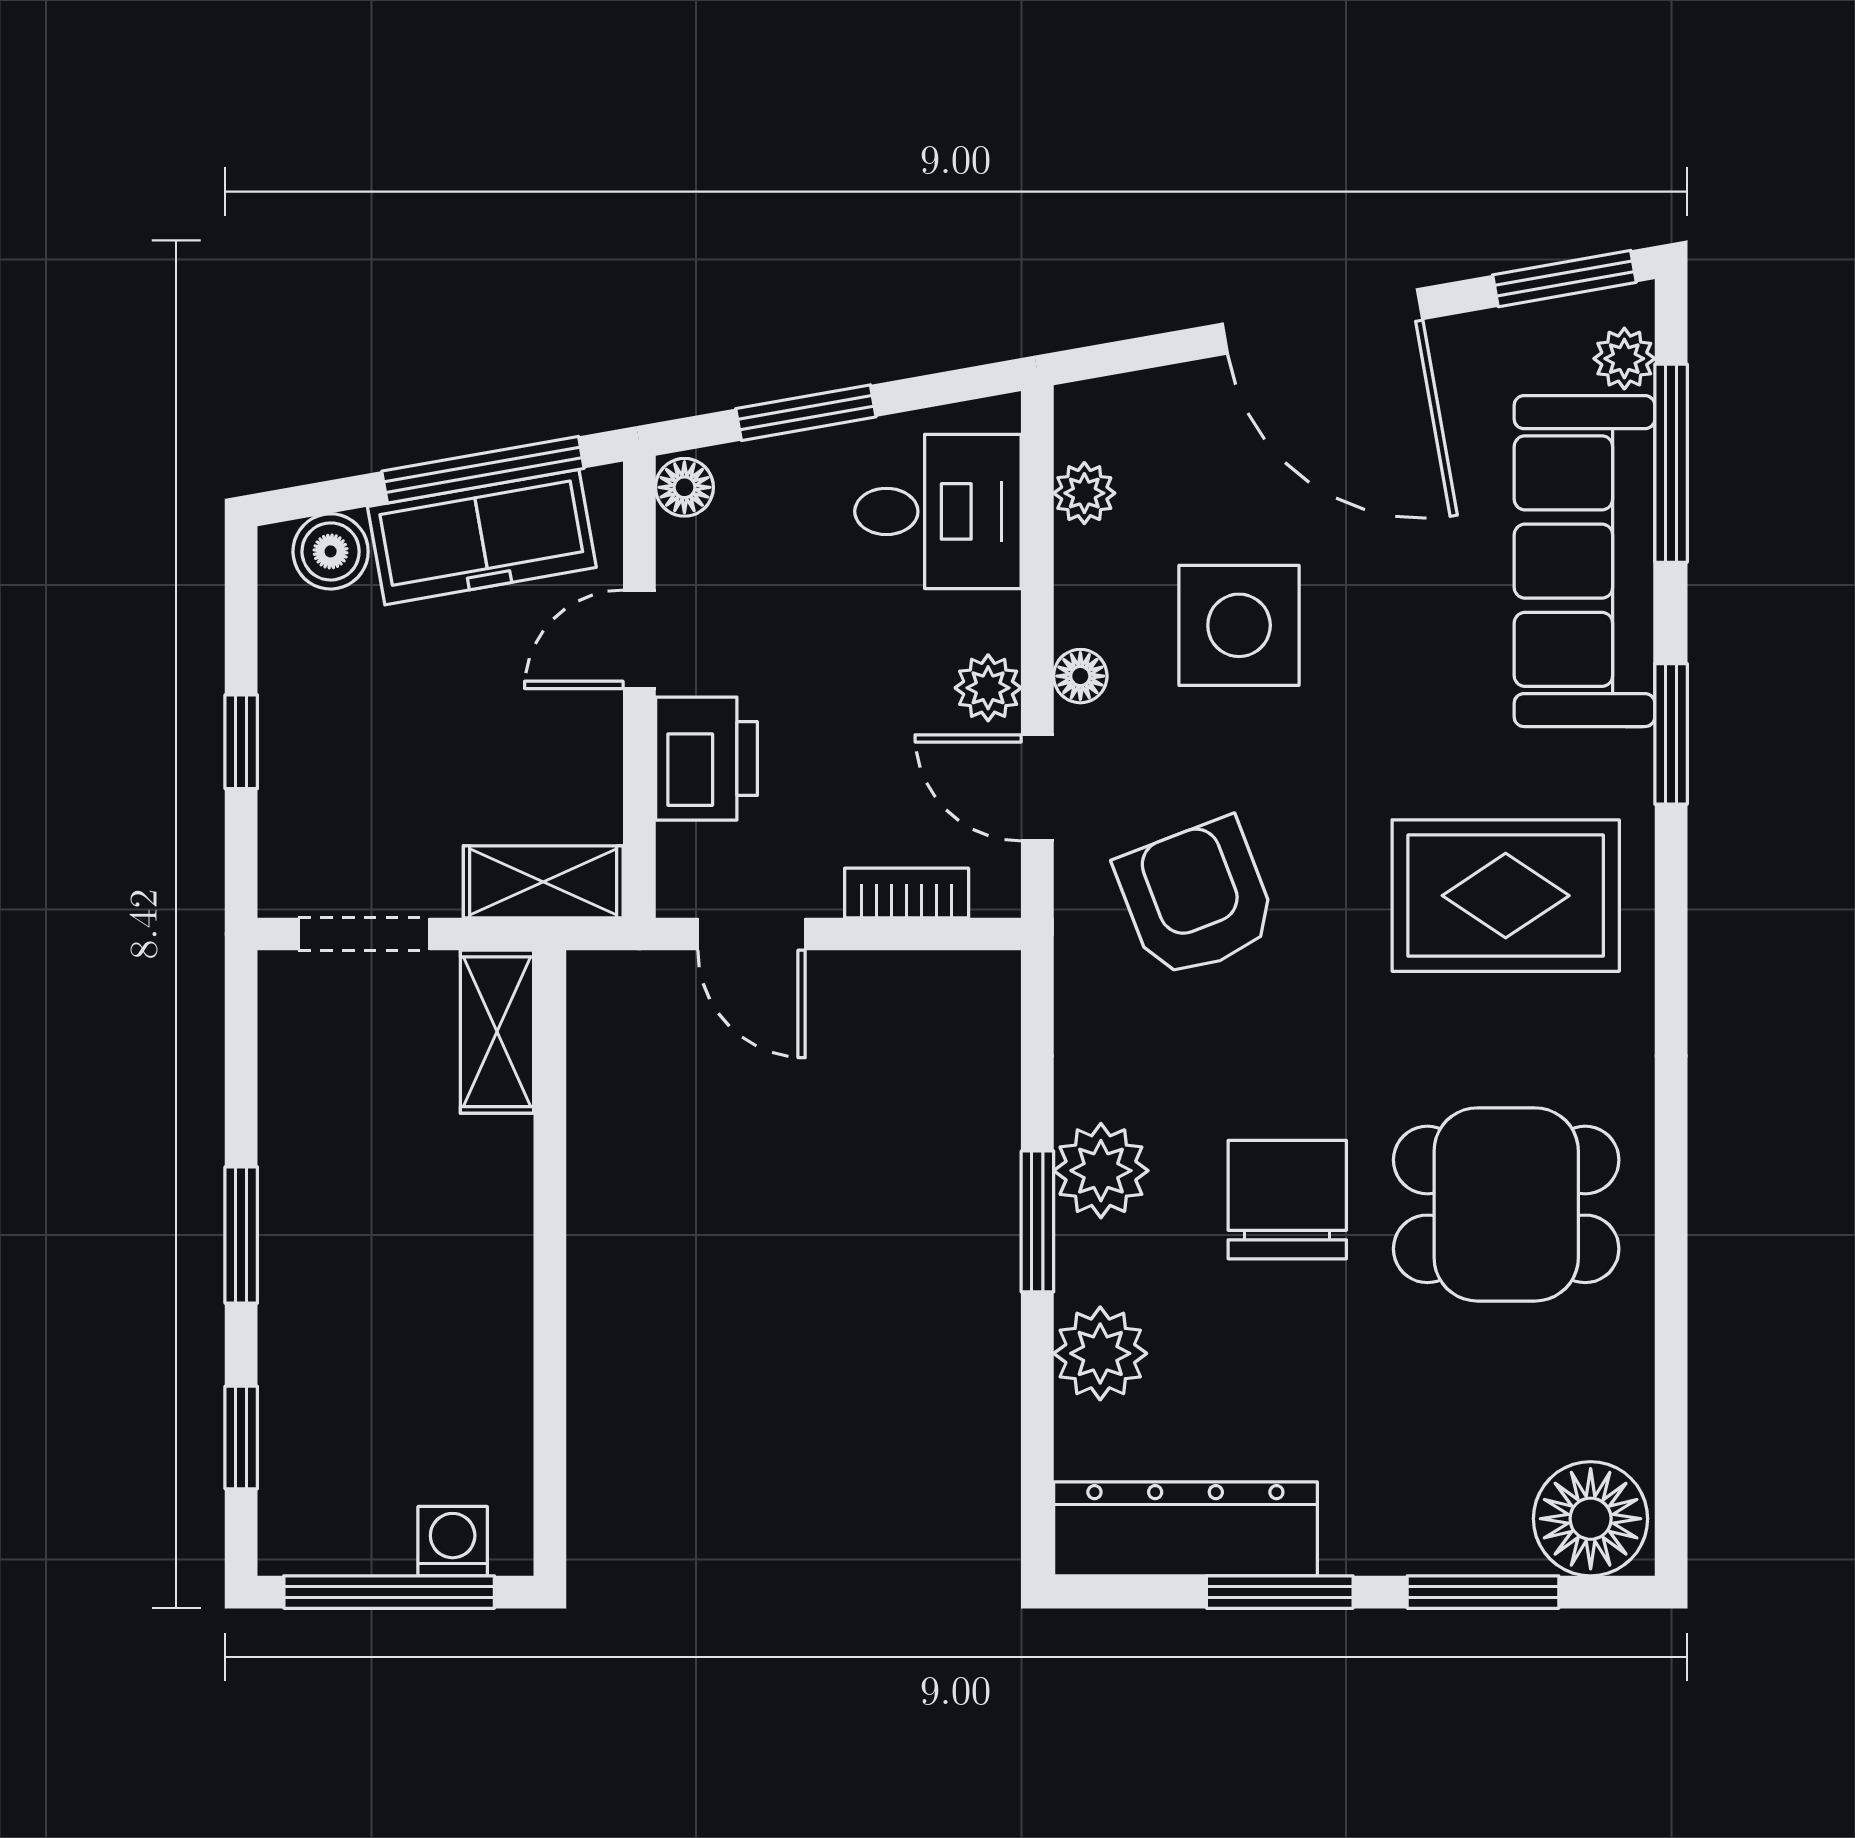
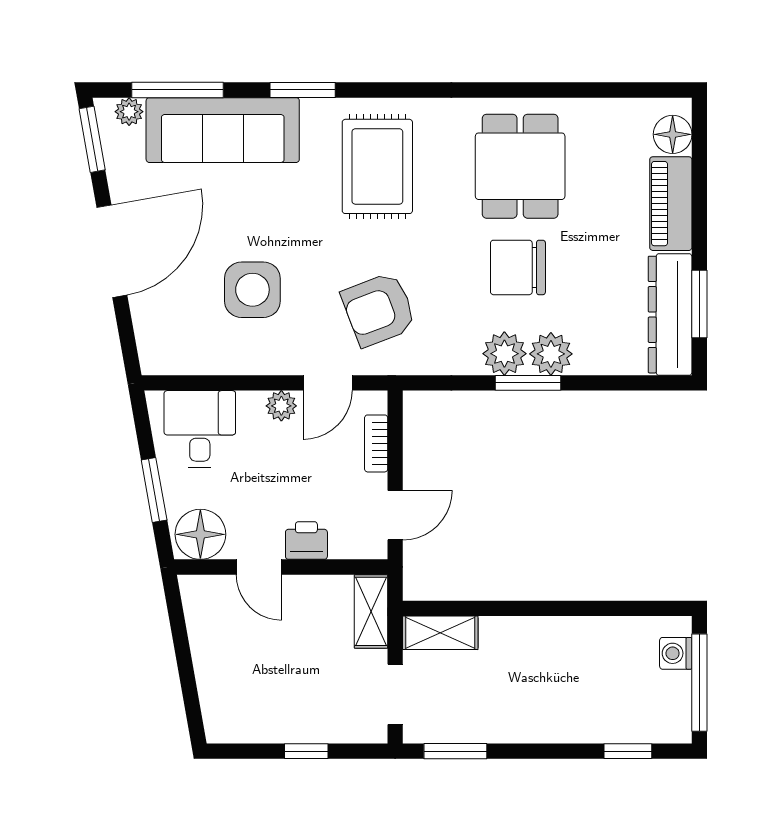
window: (483, 470) -> (180, 639), removed
floor lamp: (684, 487) -> (200, 534), width x1.89, depth x1.89
plant: (1084, 493) -> (191, 361), removed
freezer: (482, 537) -> (212, 640), removed
boiler: (331, 551) -> (218, 710), removed
floor lamp: (1080, 676) -> (276, 363), removed
printer: (706, 759) -> (306, 541), width x0.73, depth x0.81
window: (241, 1235) -> (455, 751), moved
plant: (1100, 1353) -> (551, 354), moved
floor lamp: (1591, 1519) -> (673, 134), width x0.73, depth x0.73
piano: (1425, 1530) -> (671, 204), added
window: (1280, 1592) -> (699, 304), moved
window: (1483, 1592) -> (699, 177), removed

